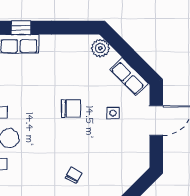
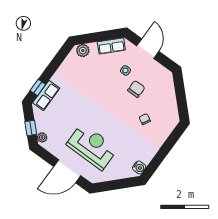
chair: (71, 108) -> (136, 89), moved

